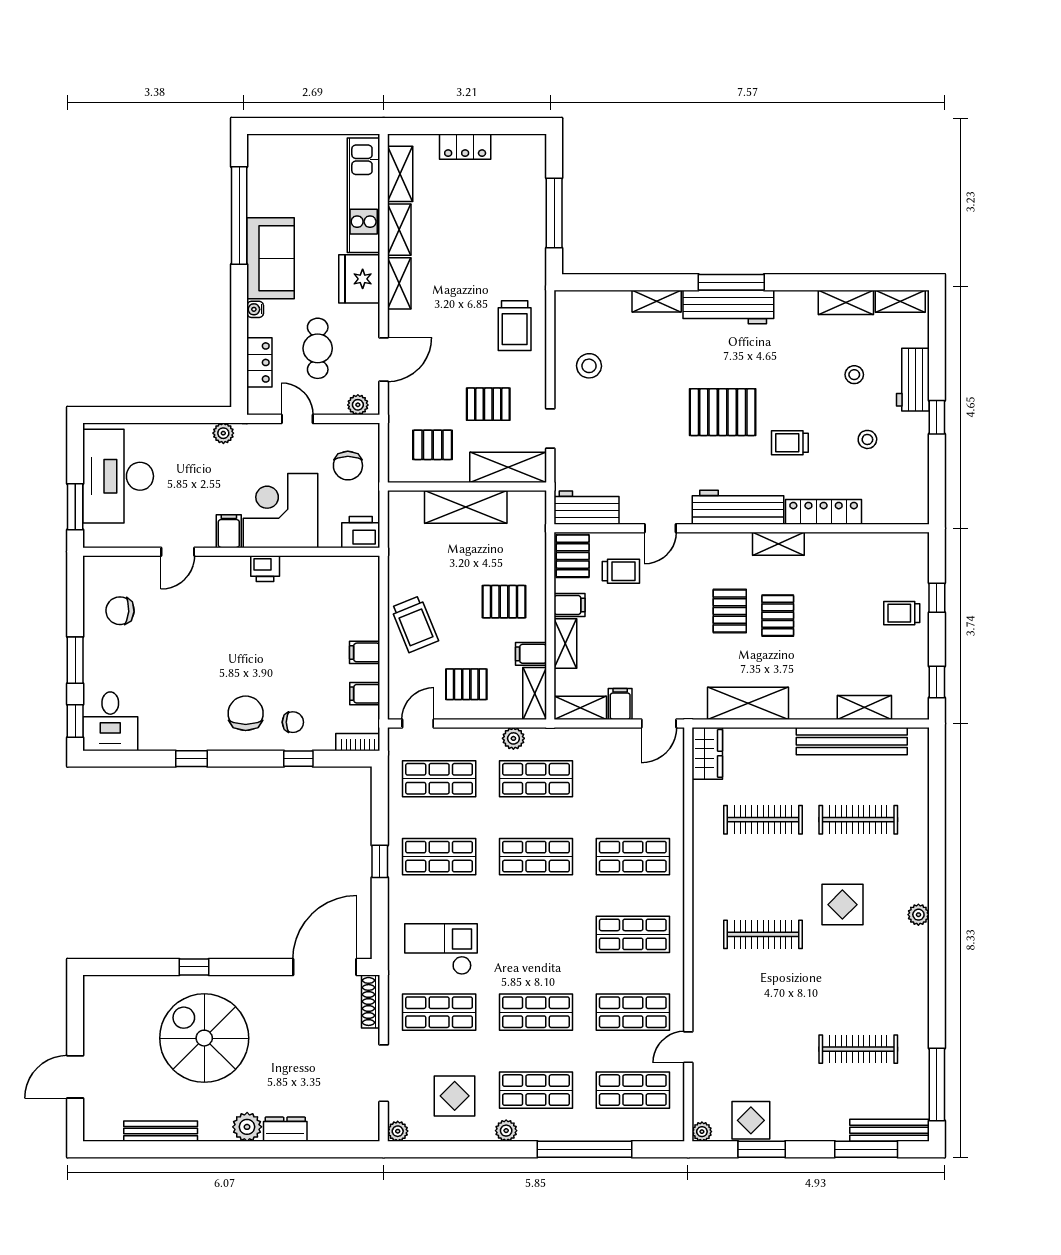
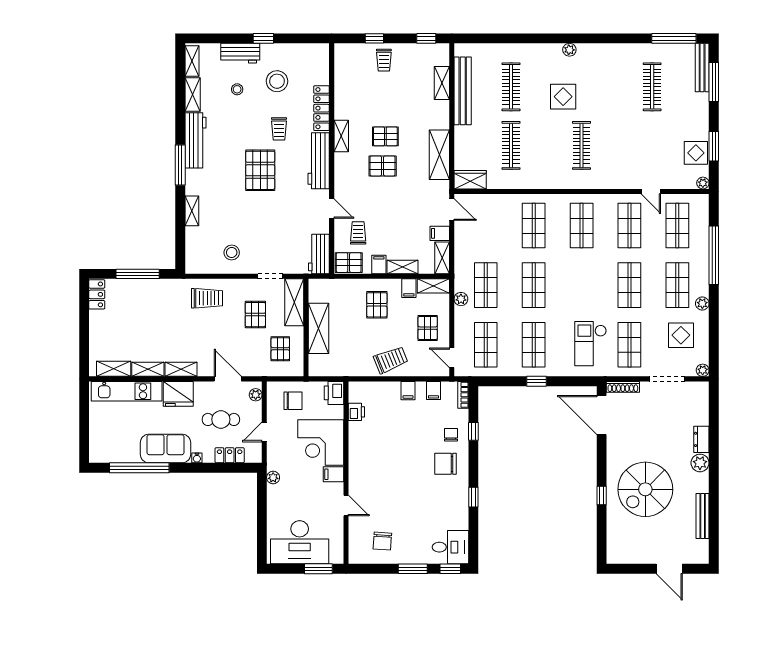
locker: (465, 147) -> (97, 294), moved
workbench: (728, 307) -> (195, 140), moved
stool: (867, 439) -> (277, 81), width x1.89, depth x1.89
printer: (265, 569) -> (356, 412), moved

